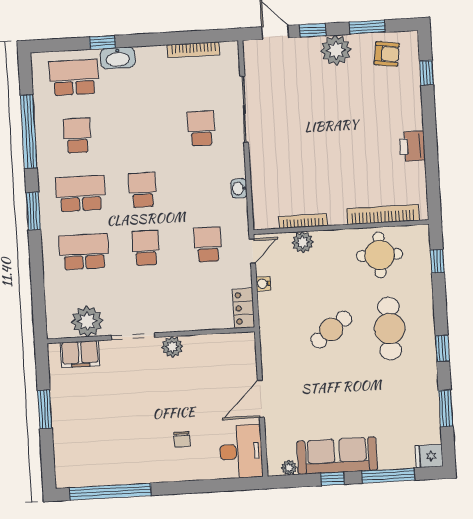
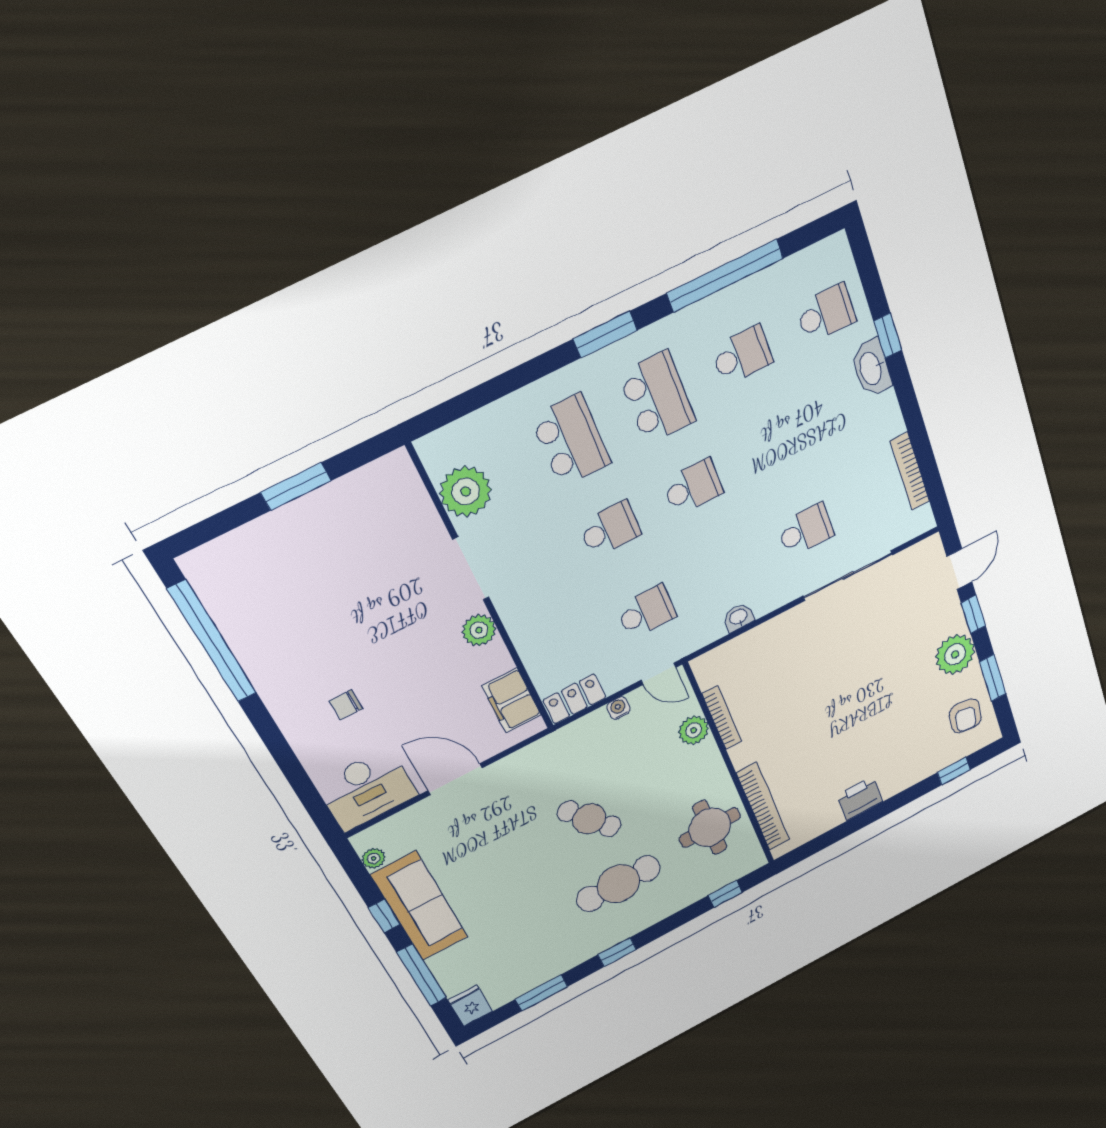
school desk: (74, 77) -> (826, 313), width x0.54
filing cabinet: (80, 354) -> (512, 701), moved

